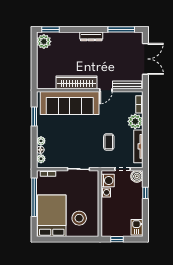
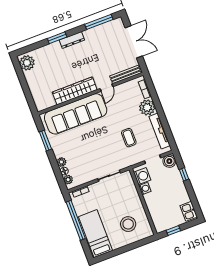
window: (51, 29) -> (57, 38), moved
bed: (52, 216) -> (96, 234), width x0.67

